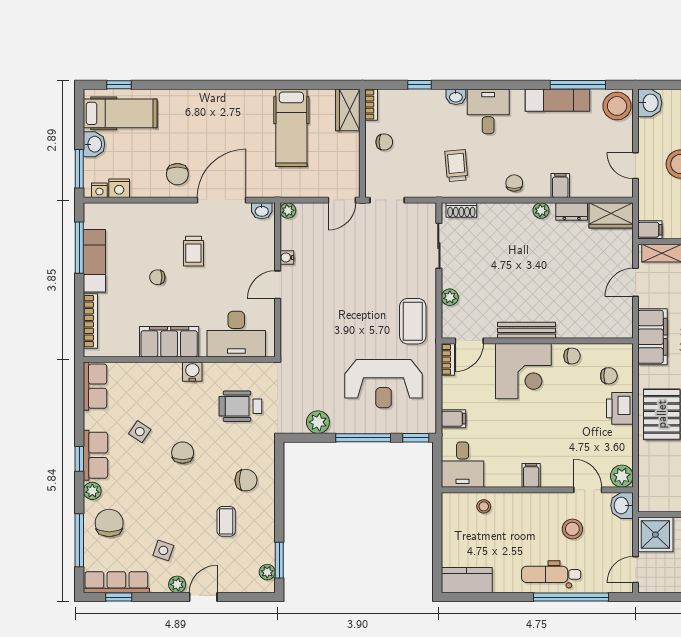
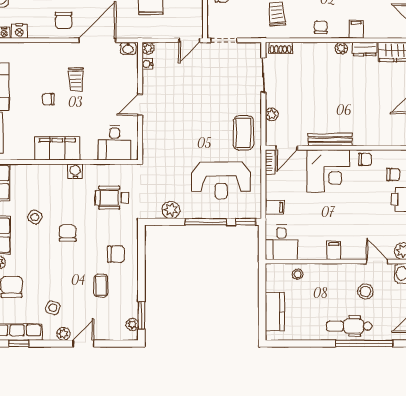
water cooler: (287, 257) -> (147, 64), moved
desk: (236, 334) -> (115, 143), width x0.73
kitchen counter: (467, 580) -> (275, 312), moved, turned 90

